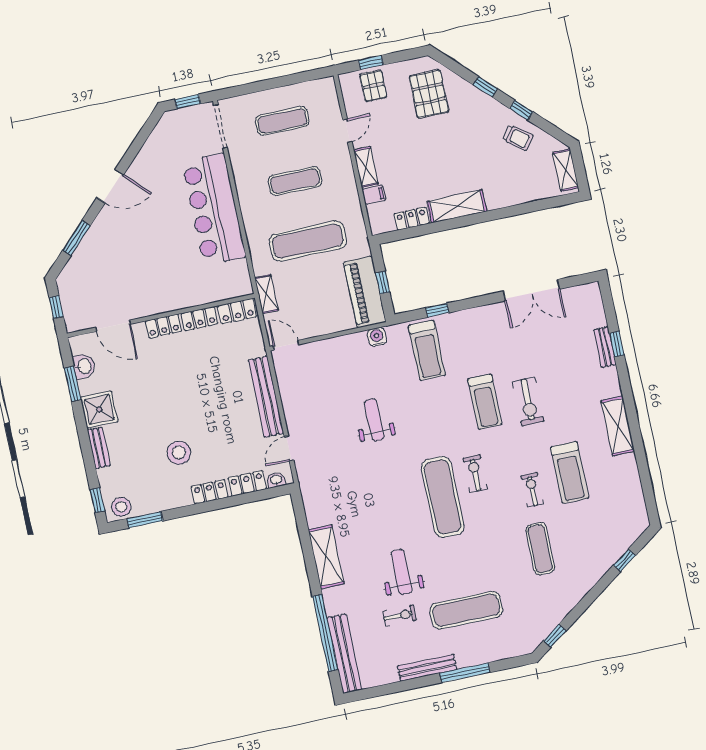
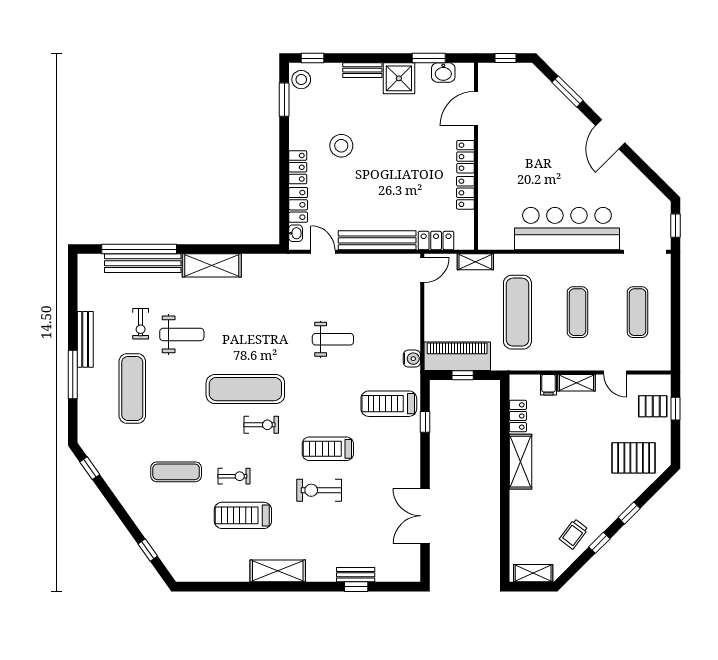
locker: (237, 311) -> (436, 241), moved, turned 90
bench: (344, 654) -> (143, 263), moved

